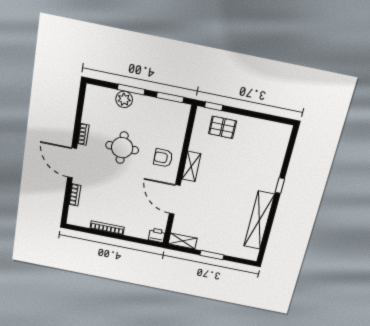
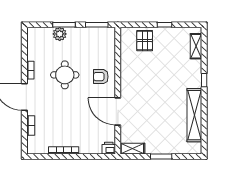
window: (214, 106) -> (165, 25), moved
pallet: (222, 127) -> (145, 41), turned 90
shelving: (191, 166) -> (196, 46), moved

